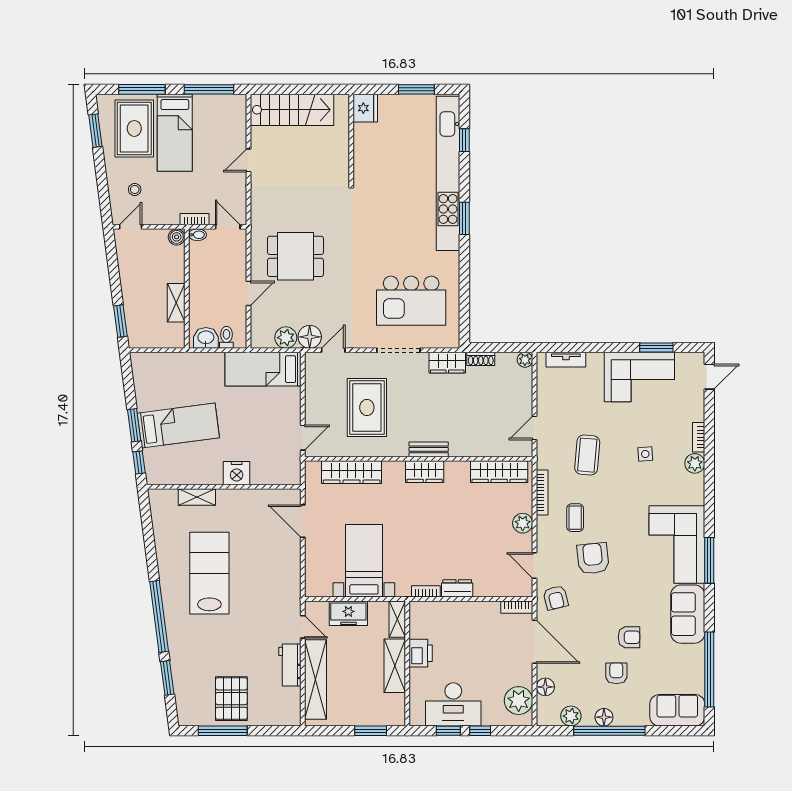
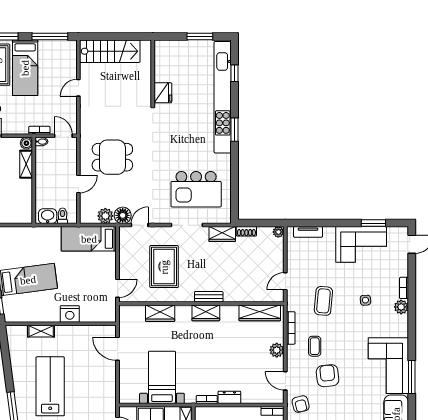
fridge: (365, 108) -> (163, 93), moved
shelving: (176, 303) -> (26, 164), moved
wardrobe: (352, 472) -> (160, 313), width x0.67

